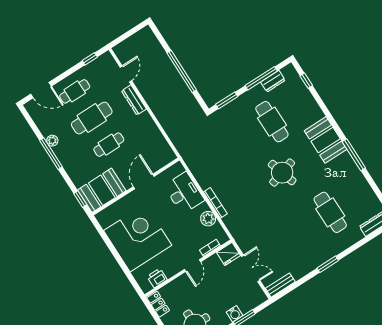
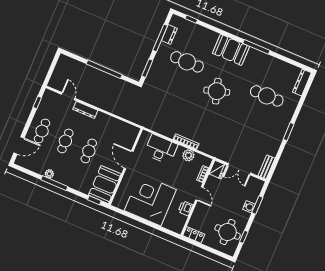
cafe table: (92, 118) -> (65, 141), width x0.73, depth x0.74
double door: (251, 268) -> (239, 169), swing flipped
printer: (157, 278) -> (185, 208), moved

